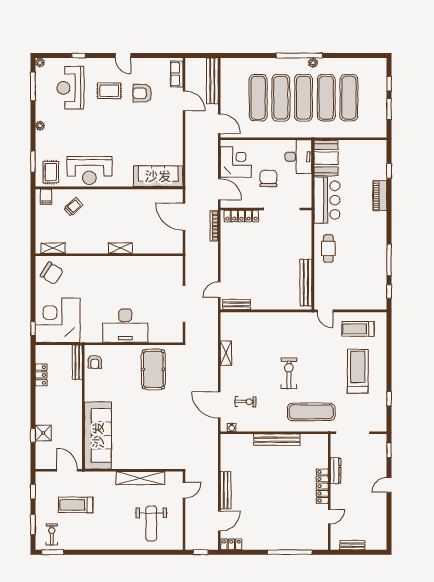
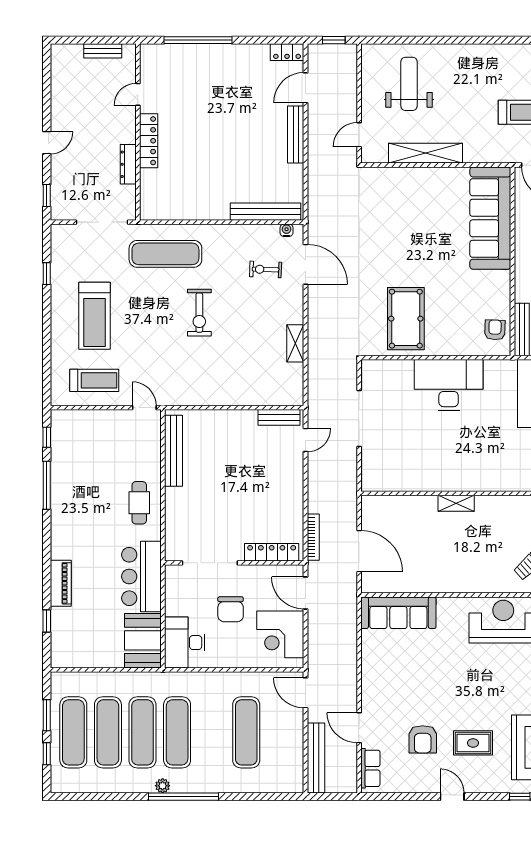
armchair: (142, 93) -> (423, 739), turned 90
exercise mat: (281, 98) -> (73, 732), moved
bench: (277, 440) -> (266, 212), moved

